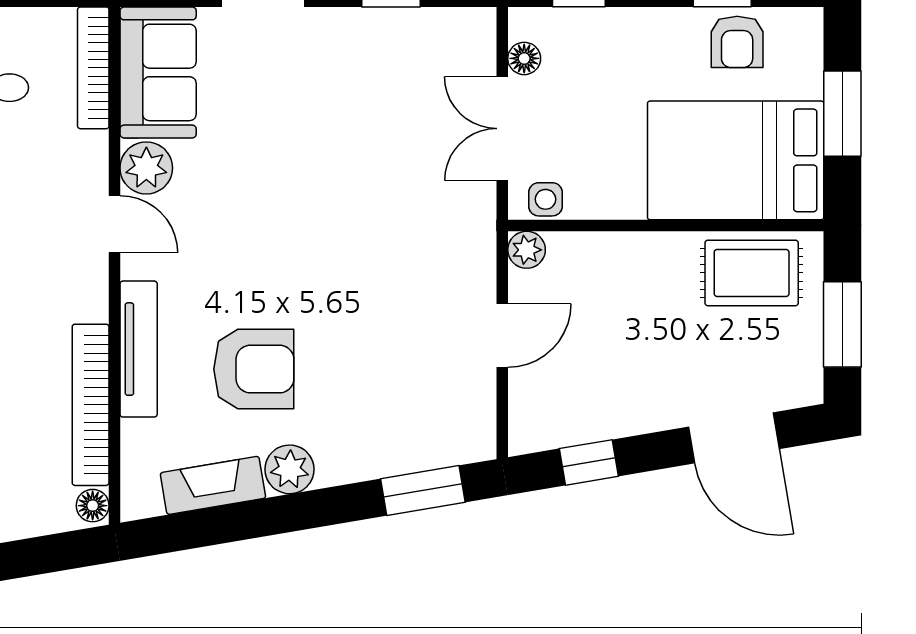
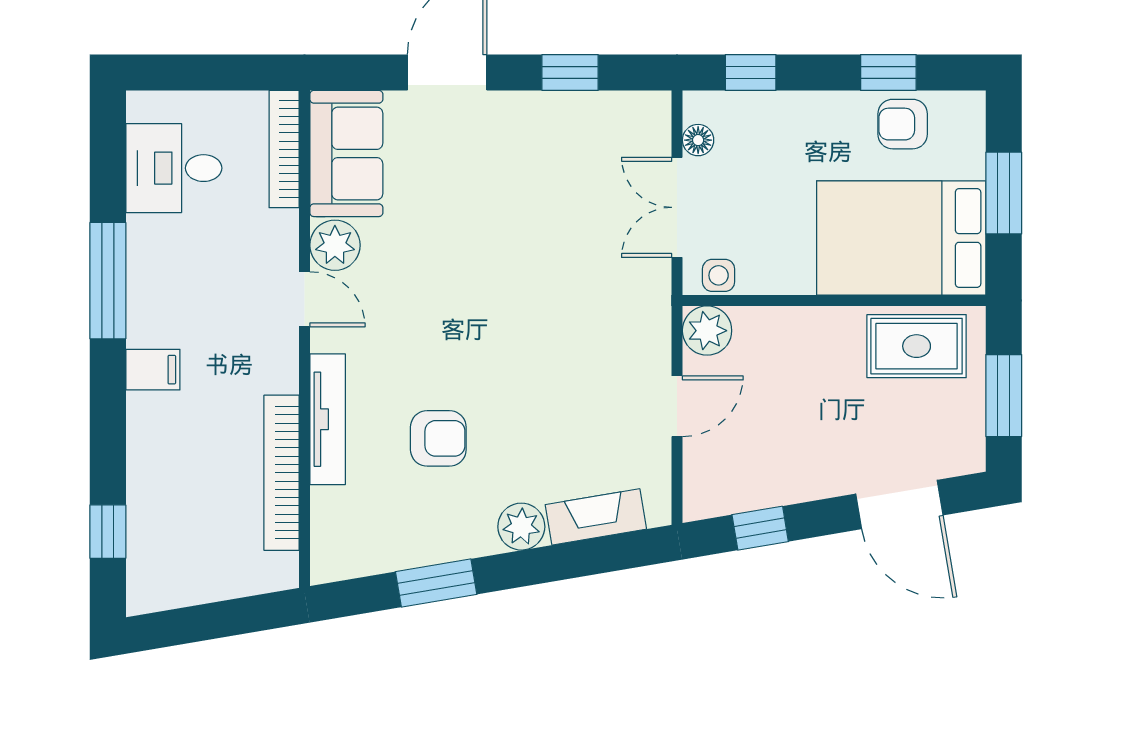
armchair: (737, 42) -> (903, 124), turned 90
plant: (527, 250) -> (707, 331), width x1.38, depth x1.38
armchair: (254, 369) -> (438, 438), width x0.72, depth x0.72
plant: (290, 469) -> (521, 527), moved
fireplace: (213, 485) -> (596, 517), moved
window: (423, 491) -> (436, 583), moved
floor lamp: (93, 506) -> (283, 570), removed

